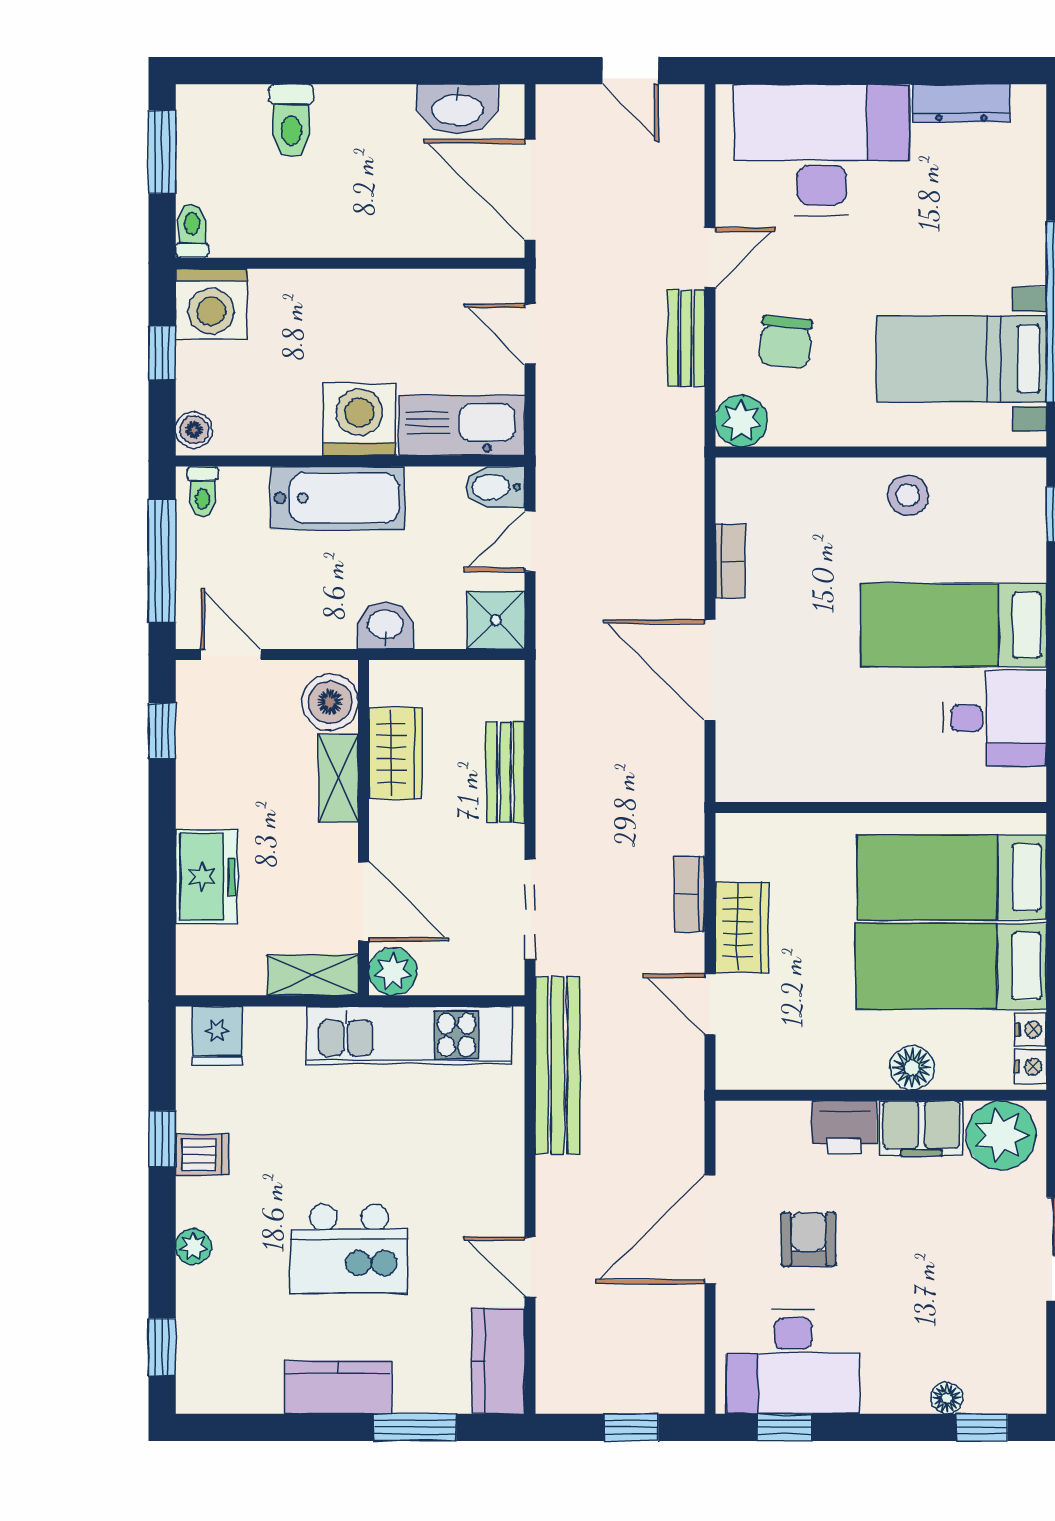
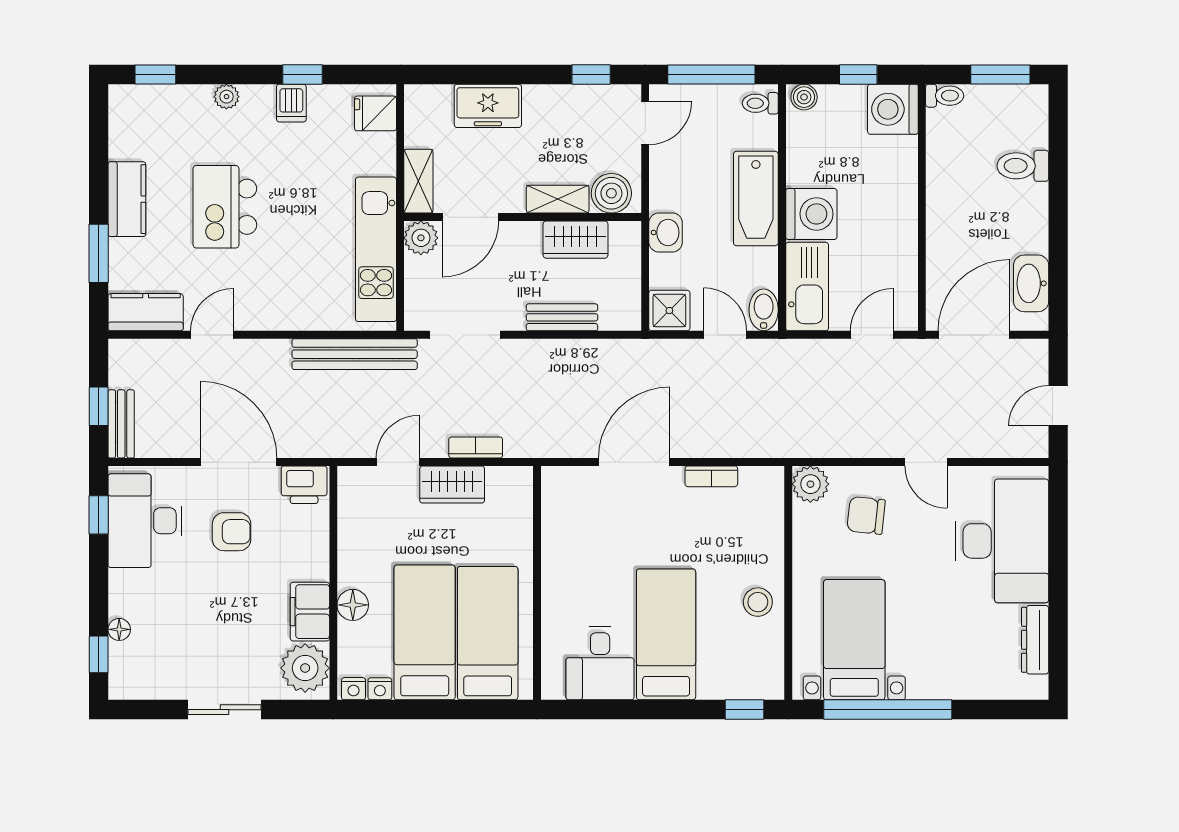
bench: (686, 338) -> (121, 424), moved, turned 90
printer: (844, 1127) -> (304, 485), moved, turned -90

